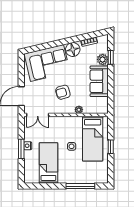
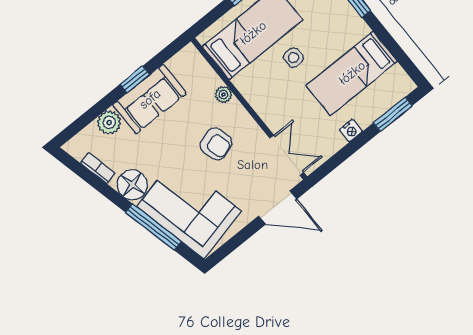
window: (51, 45) -> (153, 227), added
window: (111, 57) -> (135, 79), moved
window: (21, 149) -> (393, 114), moved

